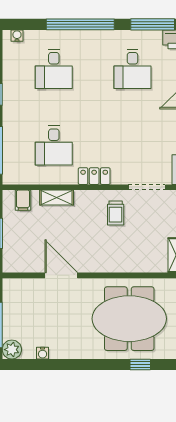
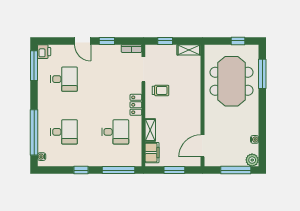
window: (80, 24) -> (34, 132), moved
filing cabinet: (23, 200) -> (152, 153), width x2.00
door: (61, 275) -> (202, 146), moved
window: (140, 364) -> (262, 74), width x2.17

